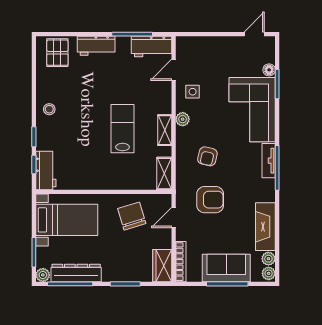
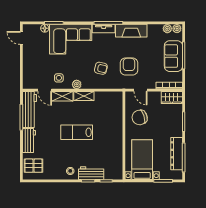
workbench: (151, 46) -> (29, 110), width x1.38
lab bench: (123, 129) -> (77, 132), moved
workbench: (46, 171) -> (91, 173), moved
shelving: (164, 174) -> (62, 96), moved
fireplace: (265, 227) -> (131, 31), moved
plant: (43, 275) -> (178, 175), removed

